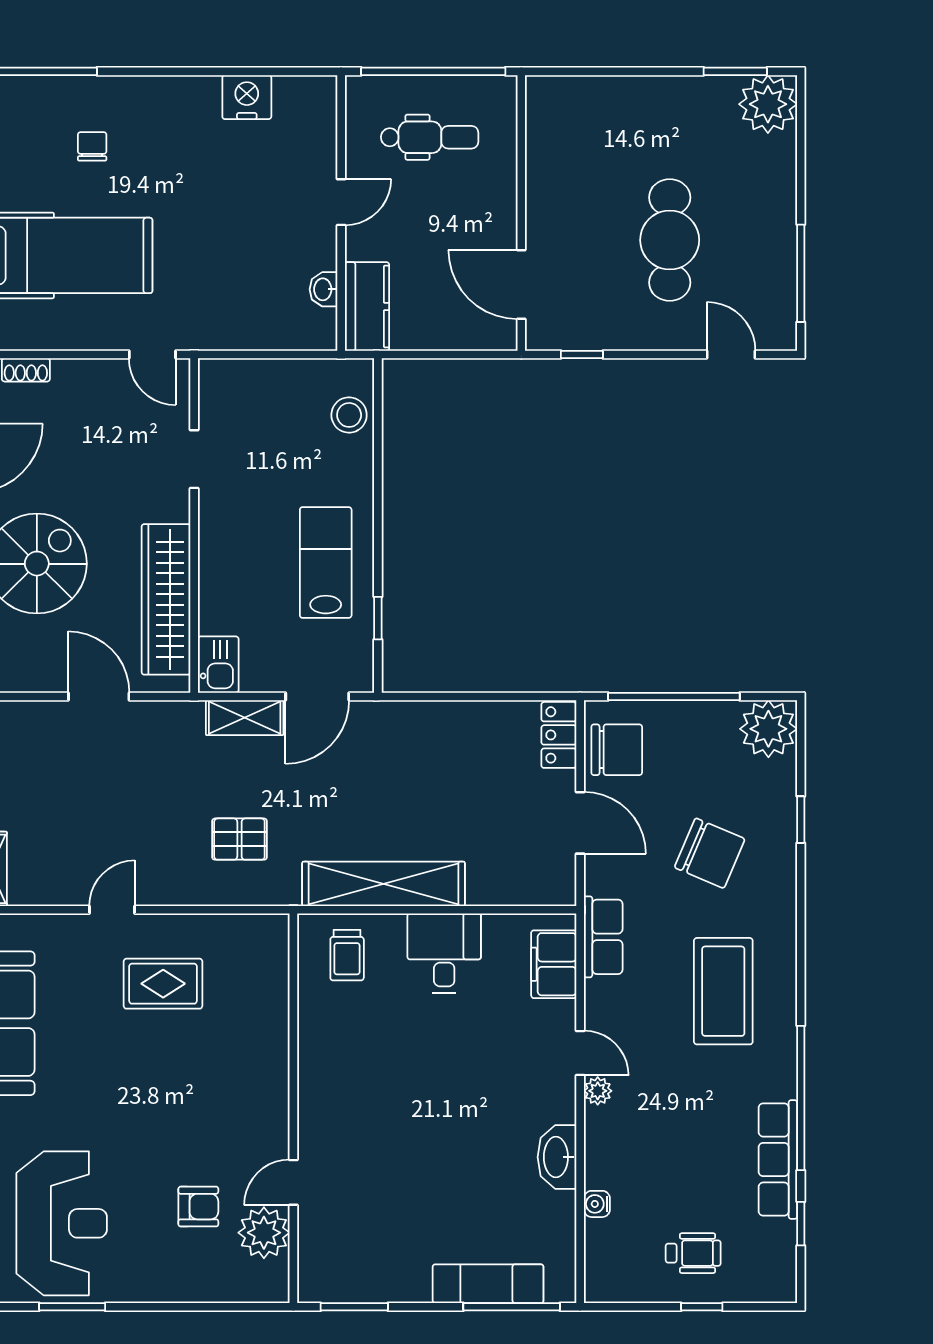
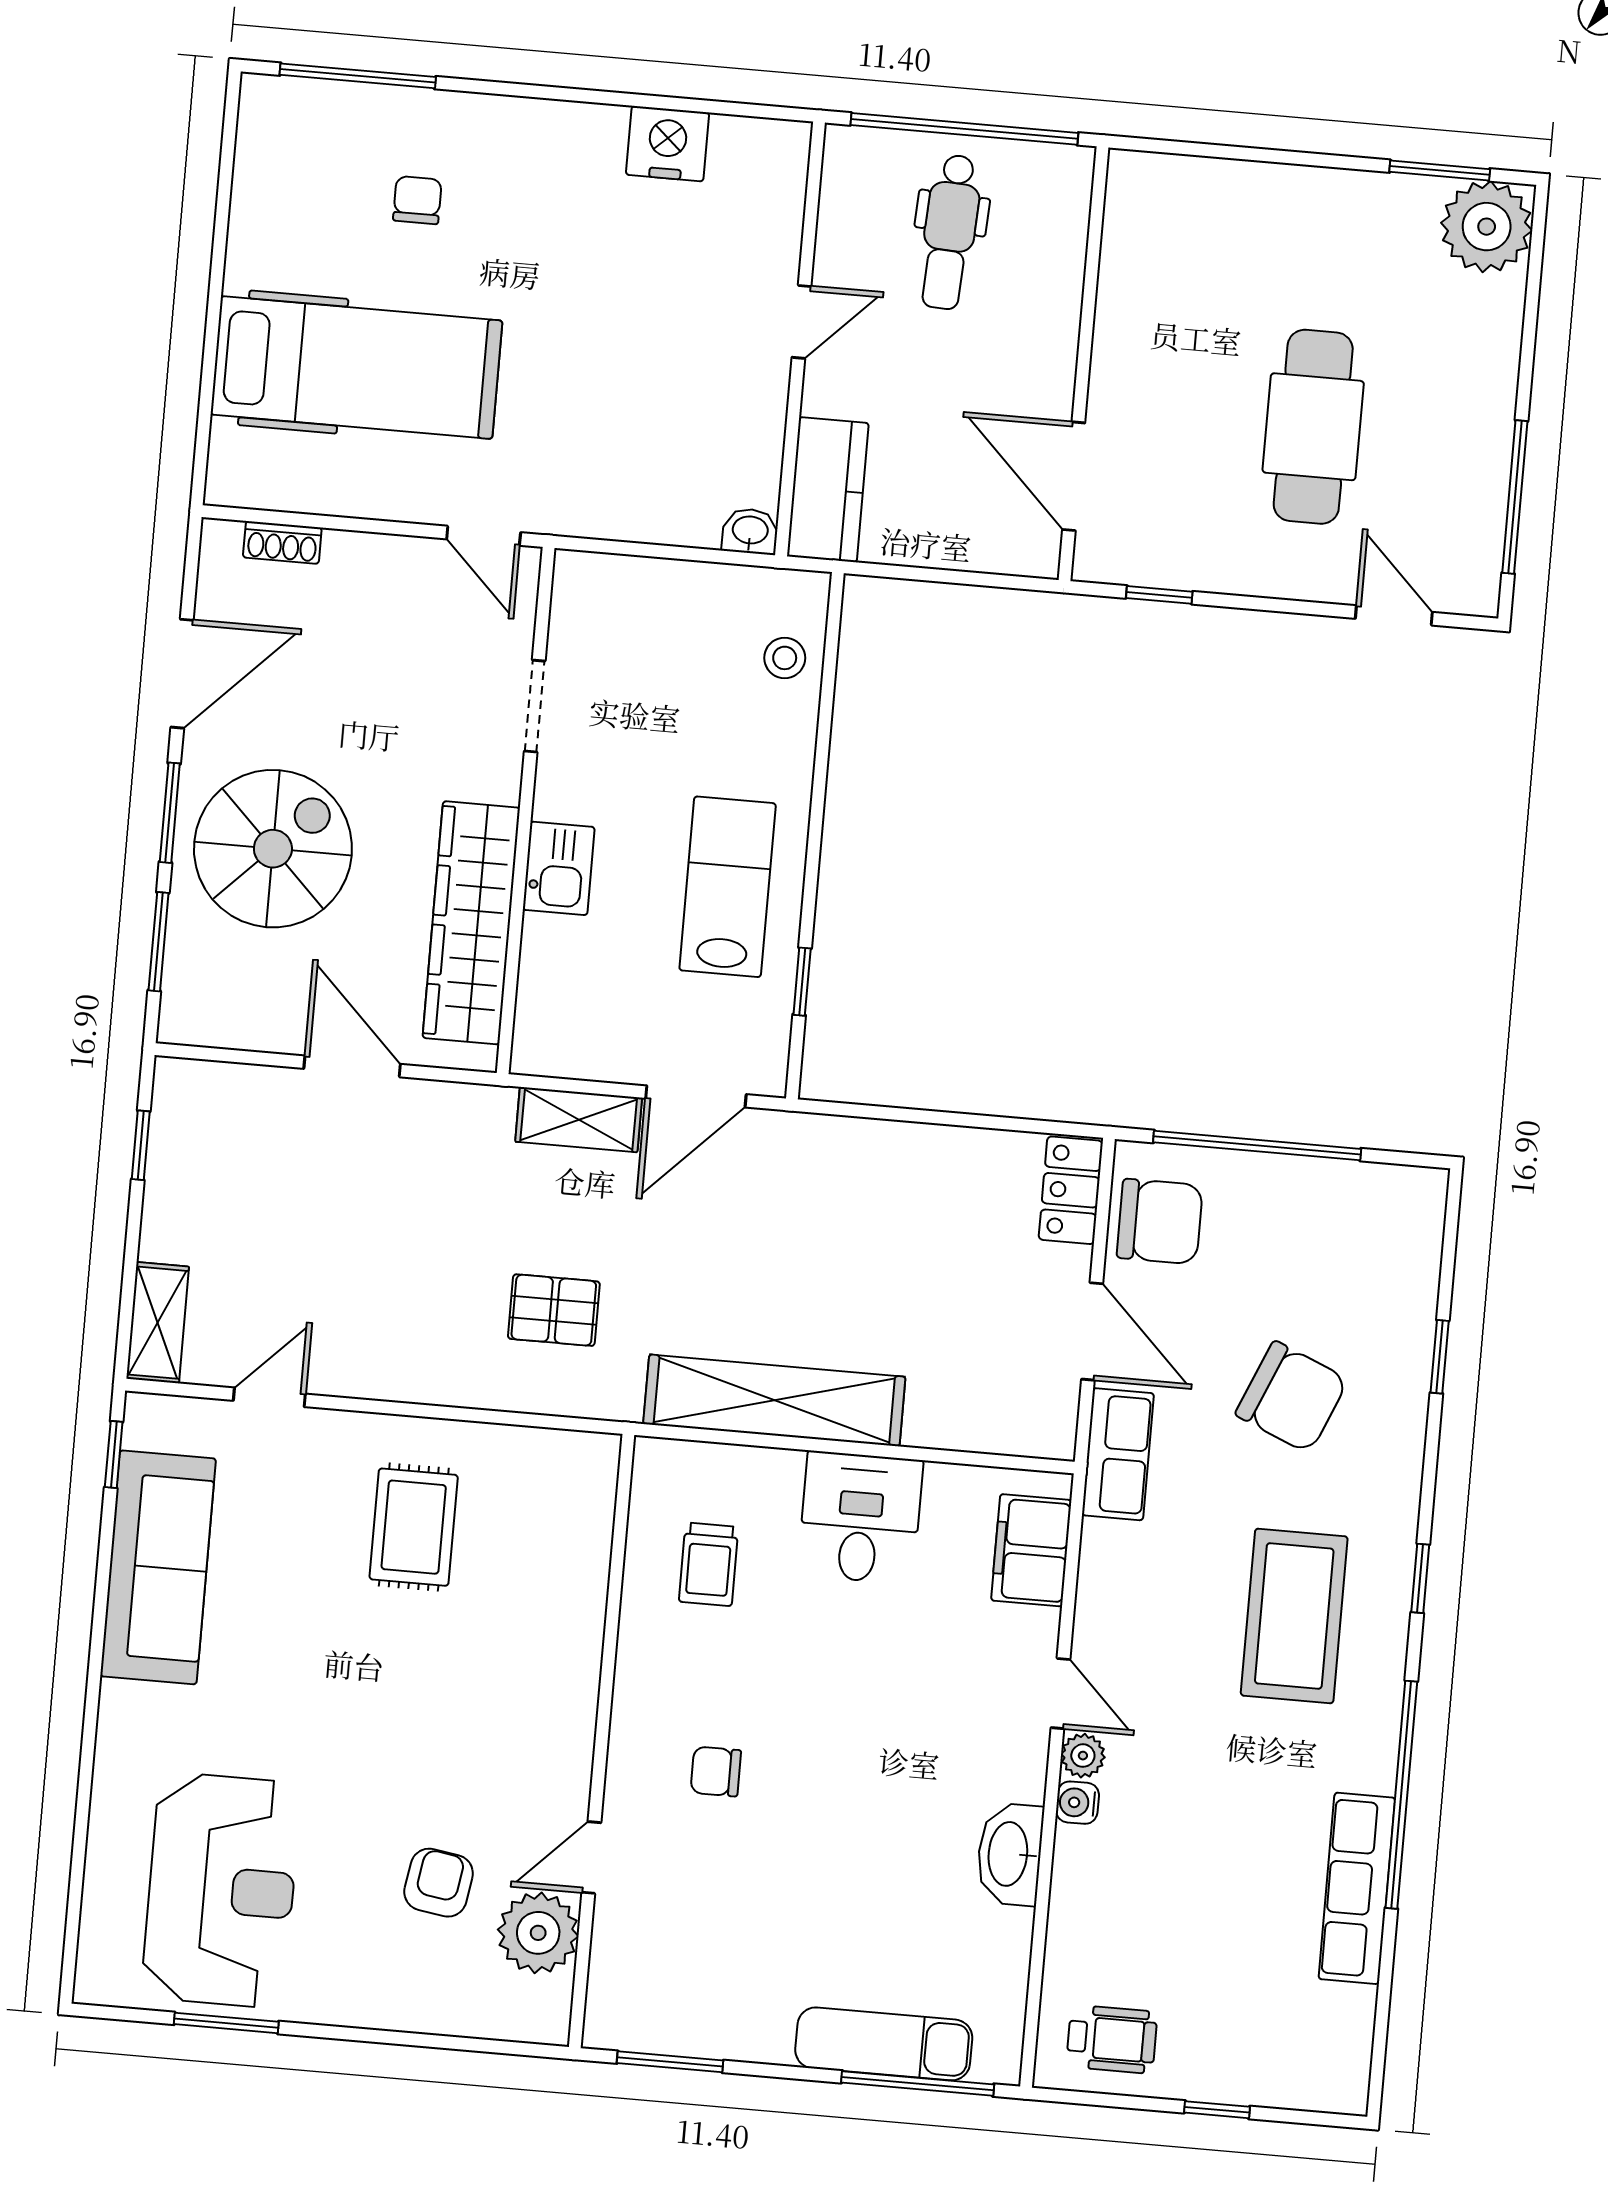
dental chair: (430, 137) -> (950, 232), turned 93
washbasin: (324, 289) -> (750, 531), moved, turned 90
stool: (349, 415) -> (785, 658), width x0.73, depth x0.73
kitchen sink: (218, 665) -> (559, 868), moved
plant: (768, 729) -> (1401, 1209), removed
door: (112, 910) -> (269, 1397), moved
row of seats: (603, 937) -> (1118, 1454), moved
trolley: (347, 955) -> (709, 1564), moved
rug: (163, 984) -> (414, 1527), turned 90
chair: (367, 1121) -> (716, 1771), added
water cooler: (597, 1204) -> (1077, 1803), moved
armchair: (198, 1207) -> (439, 1883), turned -81
window: (801, 1224) -> (1420, 1578), moved
wheelchair: (693, 1253) -> (1112, 2039), moved

